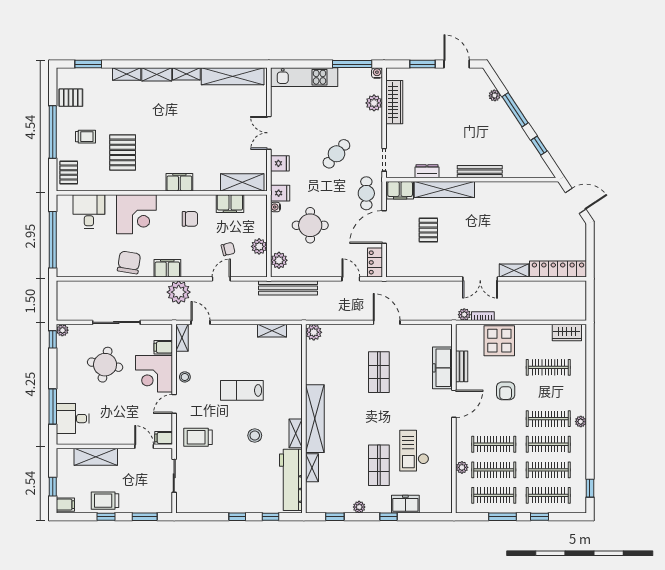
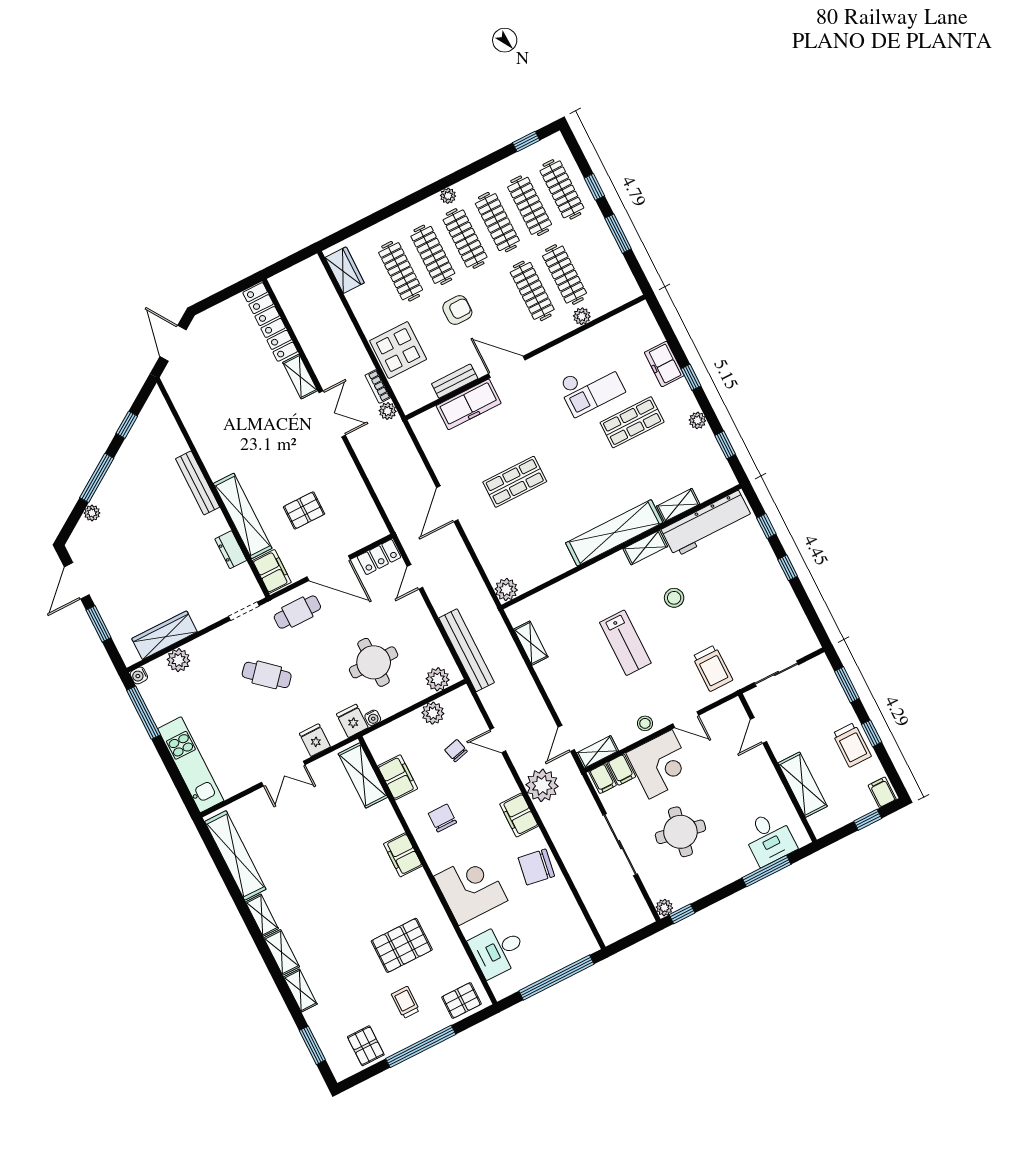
filing cabinet: (164, 438) -> (603, 779), moved
clothes rail: (494, 495) -> (433, 255), moved

